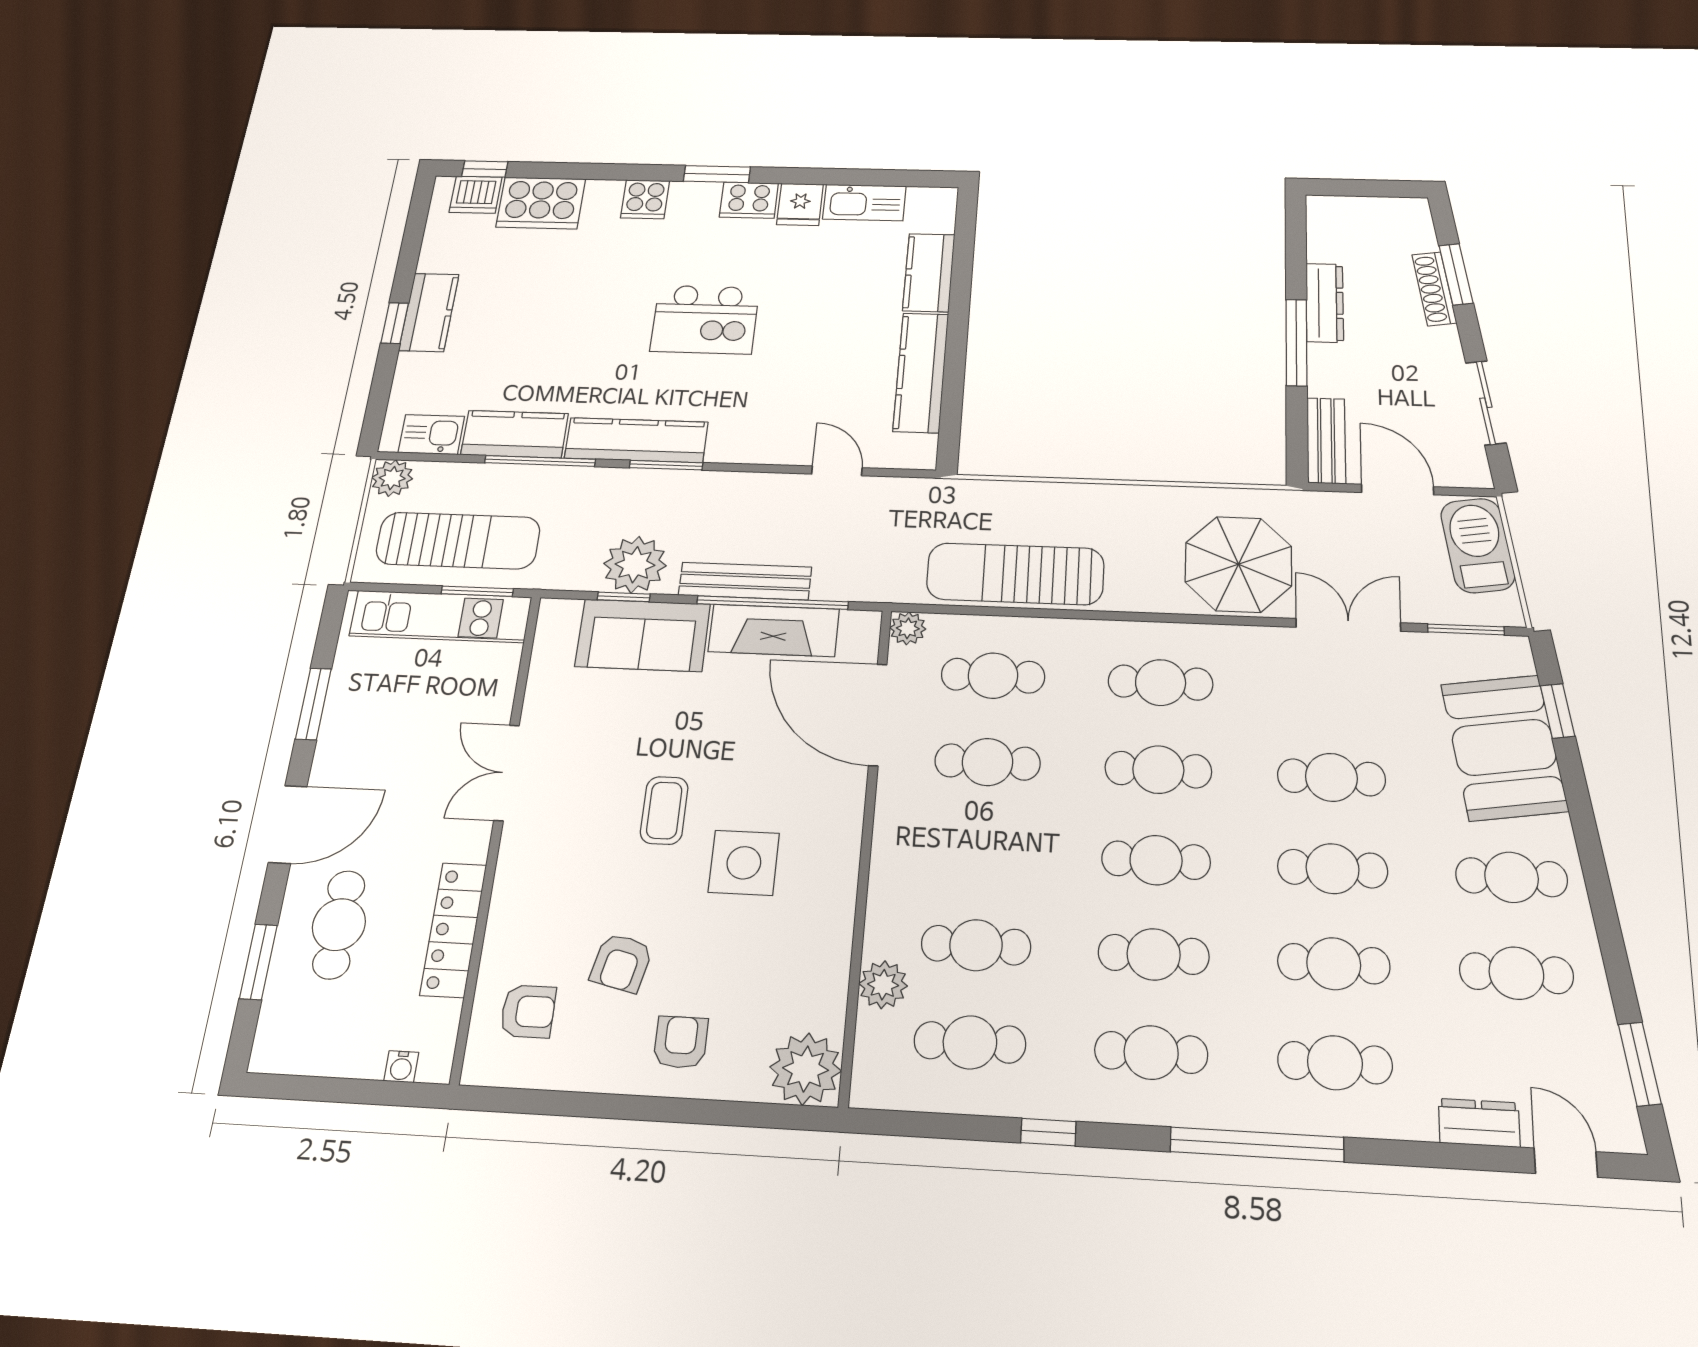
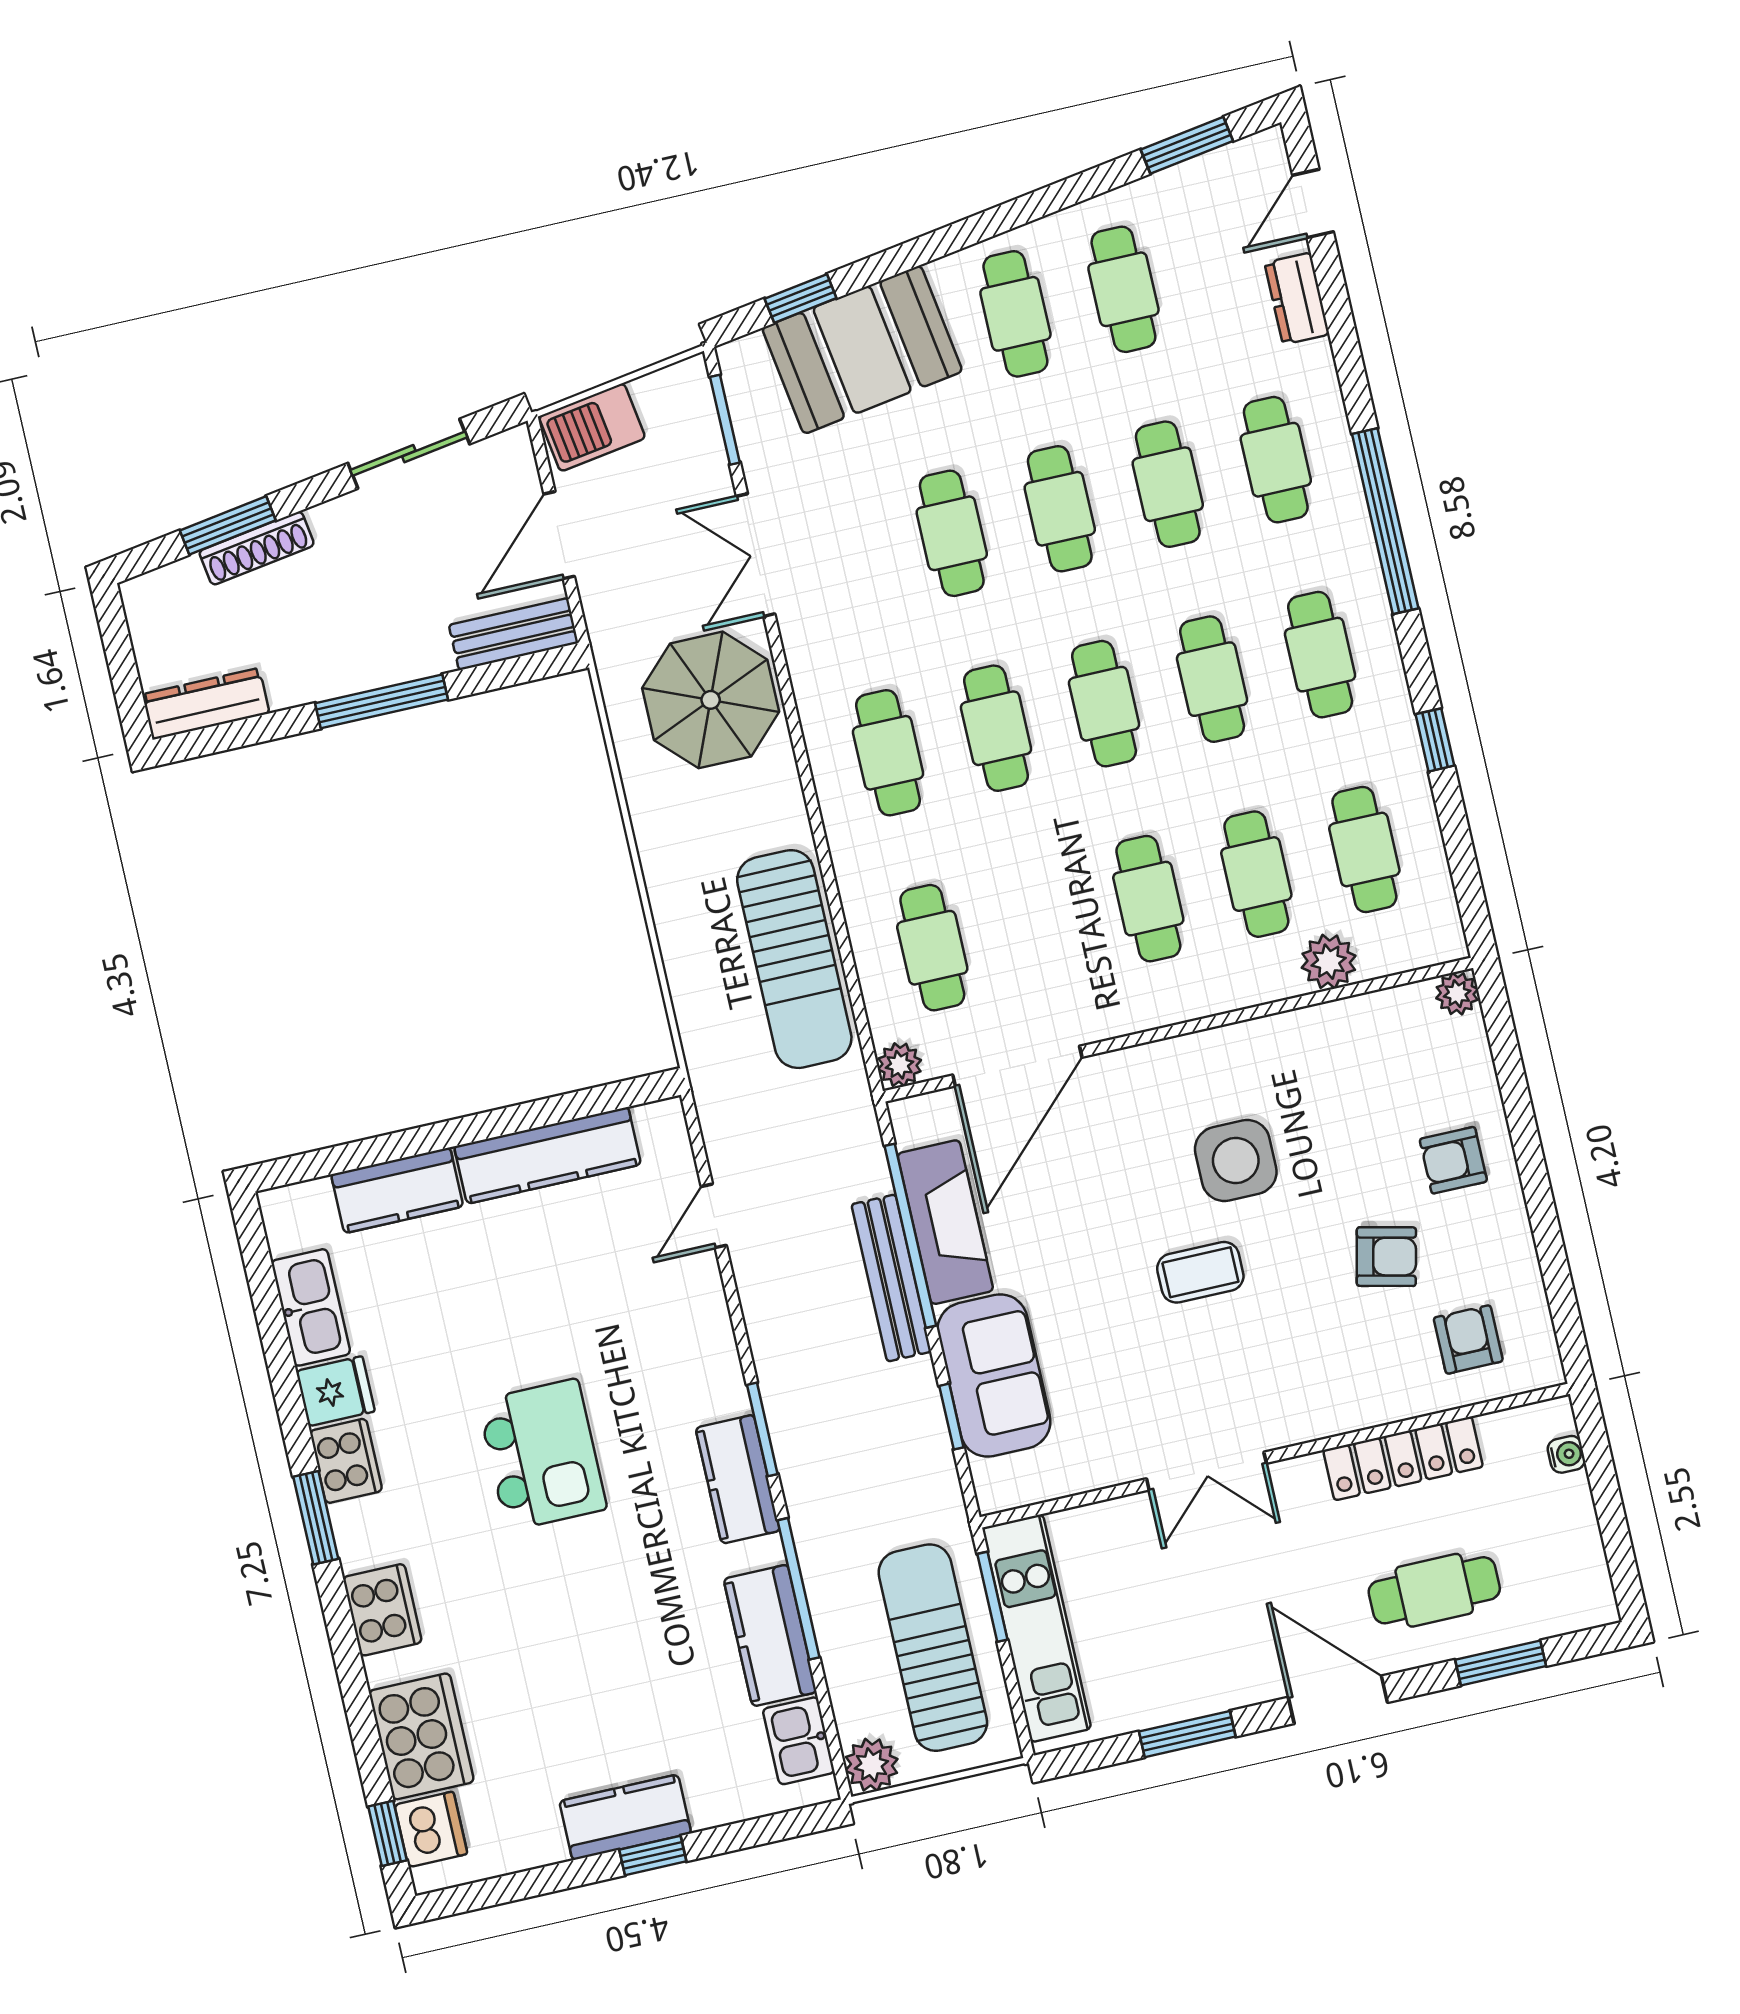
cooker: (645, 199) -> (382, 1610), width x1.36
dresser: (1325, 303) -> (206, 704), moved
kitchen counter: (636, 440) -> (738, 1479), width x0.67
barbecue: (1478, 545) -> (592, 427), width x0.73, depth x0.83
plant: (635, 565) -> (906, 1419), removed
cafe table: (988, 762) -> (1148, 899), moved
plant: (806, 1069) -> (1457, 994), width x0.53, depth x0.53

